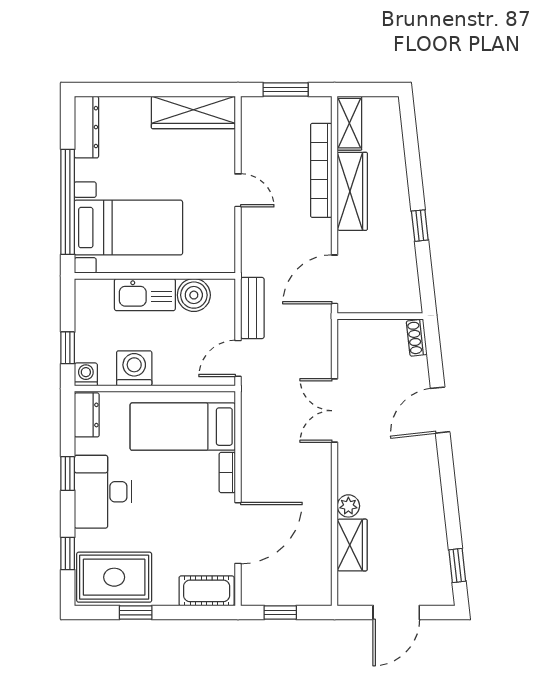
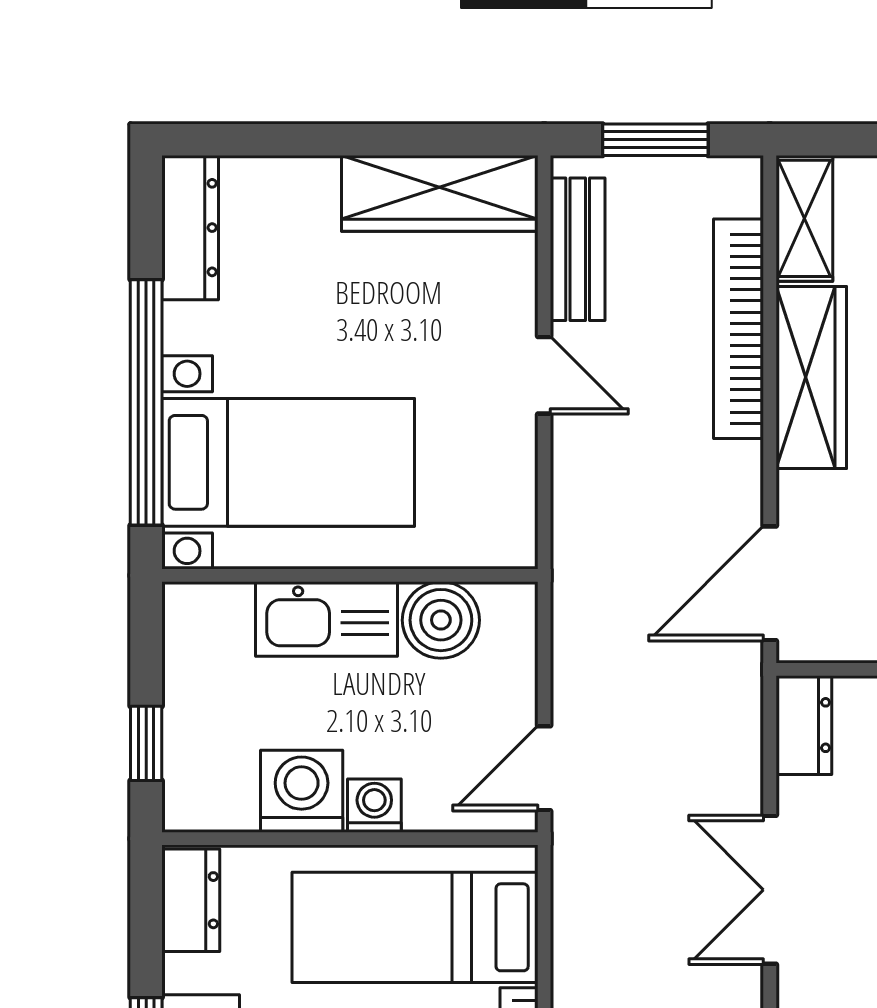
bench: (252, 308) -> (578, 249), moved
dresser: (349, 340) -> (804, 725), added
washing machine: (86, 374) -> (374, 806), moved

